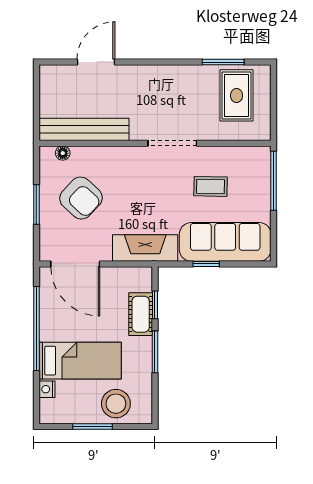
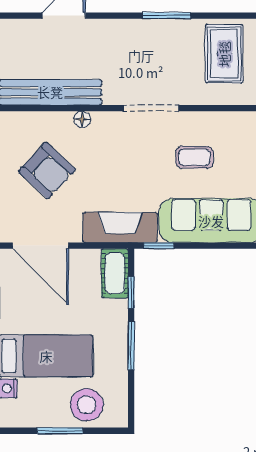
window: (223, 62) -> (167, 16), moved
floor lamp: (63, 153) -> (82, 119), moved
window: (206, 264) -> (159, 246), moved
cot: (141, 314) -> (115, 273), moved

